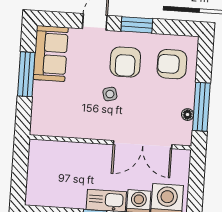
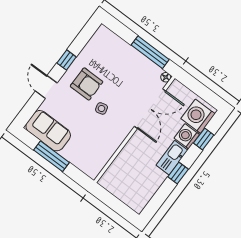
window: (137, 25) -> (67, 60), width x0.67
armchair: (172, 64) -> (109, 53), removed
floor lamp: (188, 115) -> (166, 77), moved

